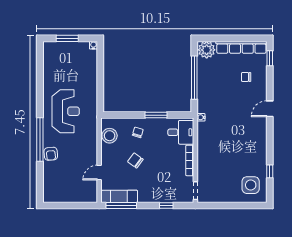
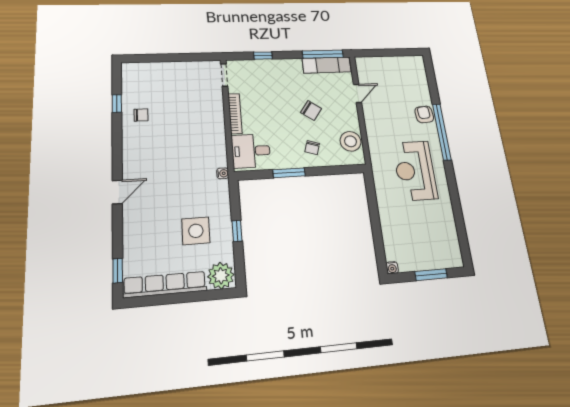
chair: (246, 77) -> (141, 115), moved
window: (194, 78) -> (237, 231), width x0.32
side table: (251, 185) -> (196, 231), moved

